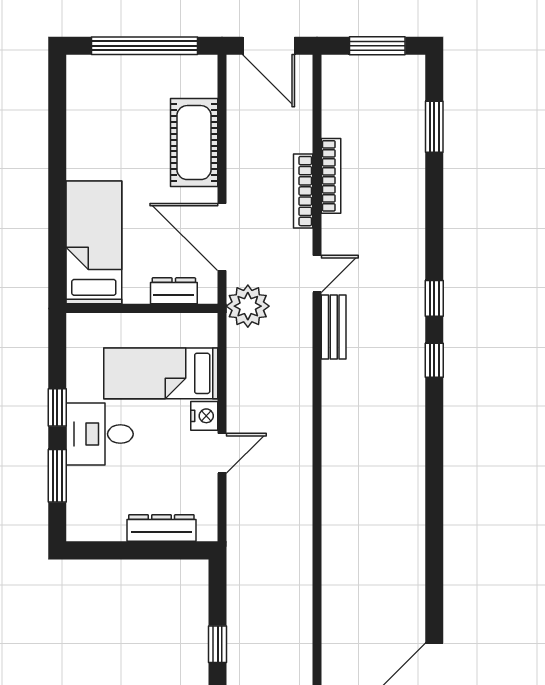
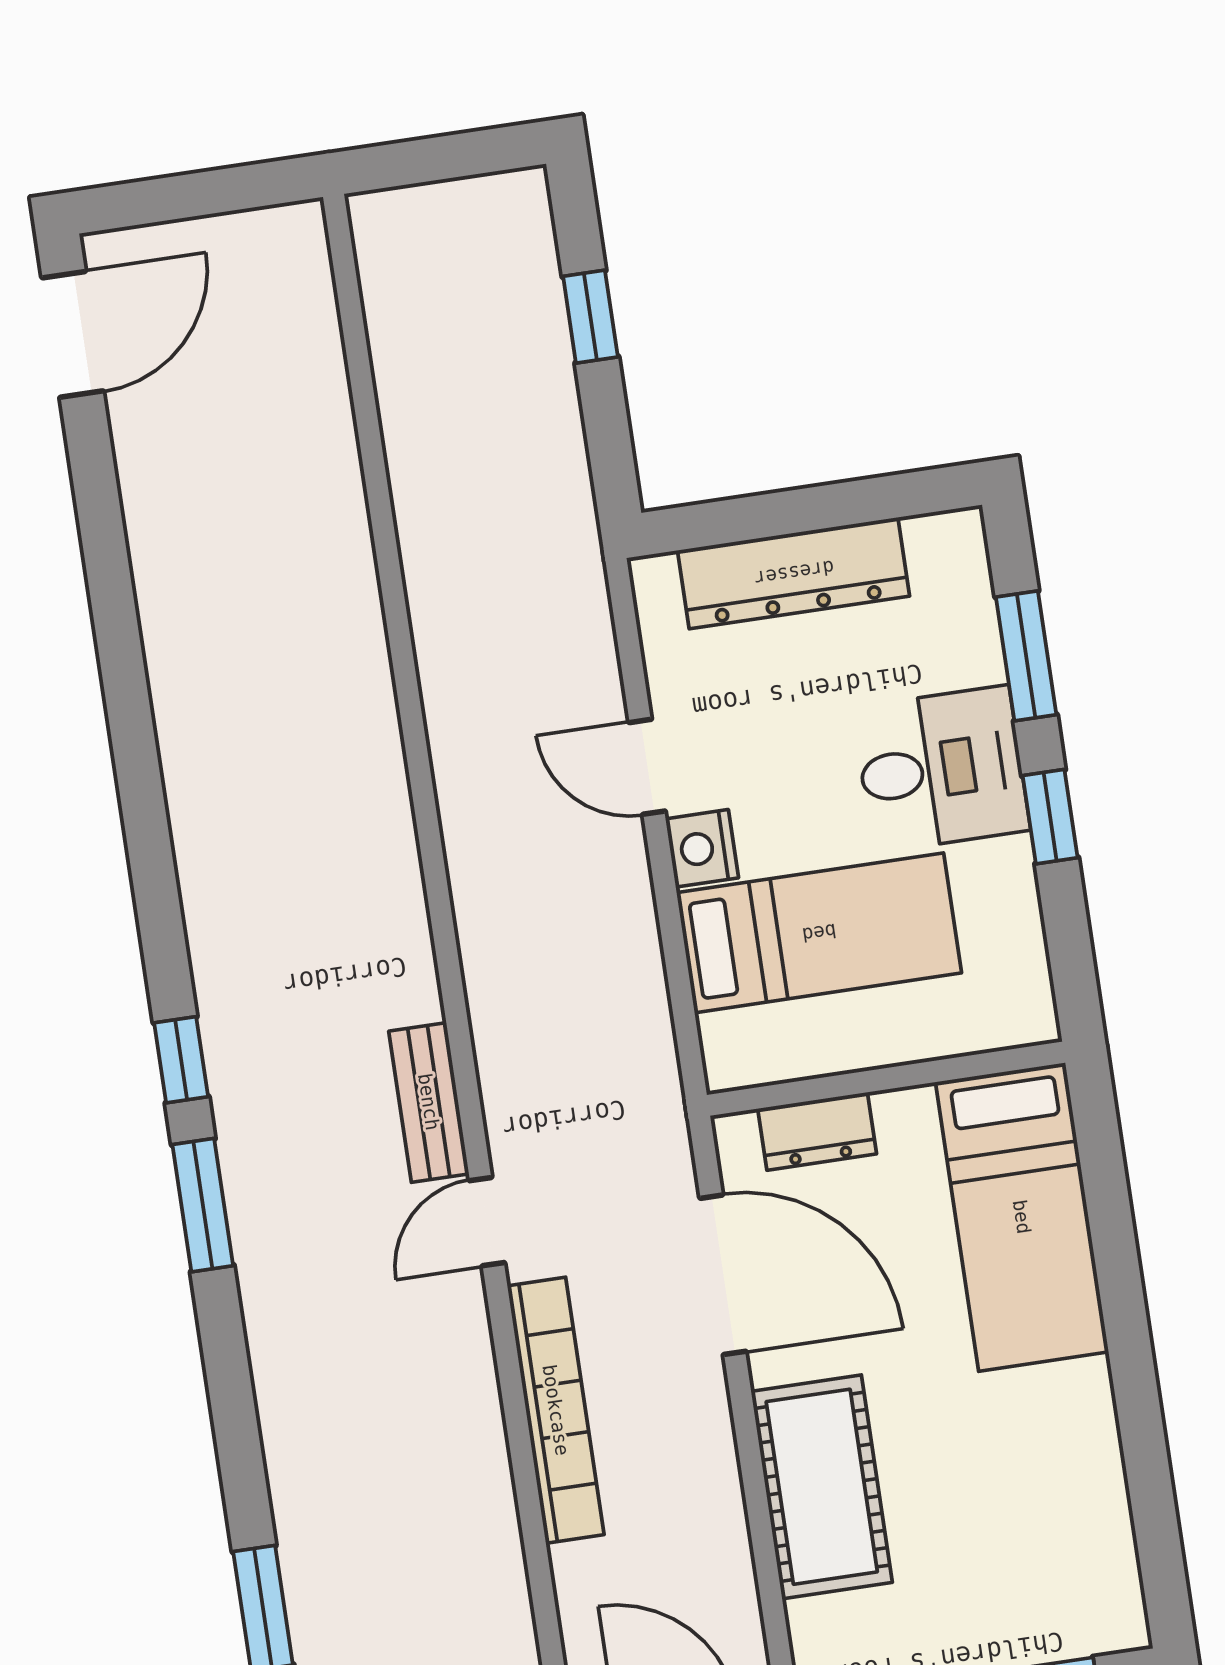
bookcase: (331, 176) -> (488, 1457), removed
bookcase: (303, 191) -> (556, 1410), width x1.48, depth x1.31
window: (434, 298) -> (203, 1205), width x1.50
plant: (248, 306) -> (638, 1121), removed
door: (222, 453) -> (647, 767), hinge flipped
dresser: (161, 528) -> (794, 573), width x1.37, depth x1.24

